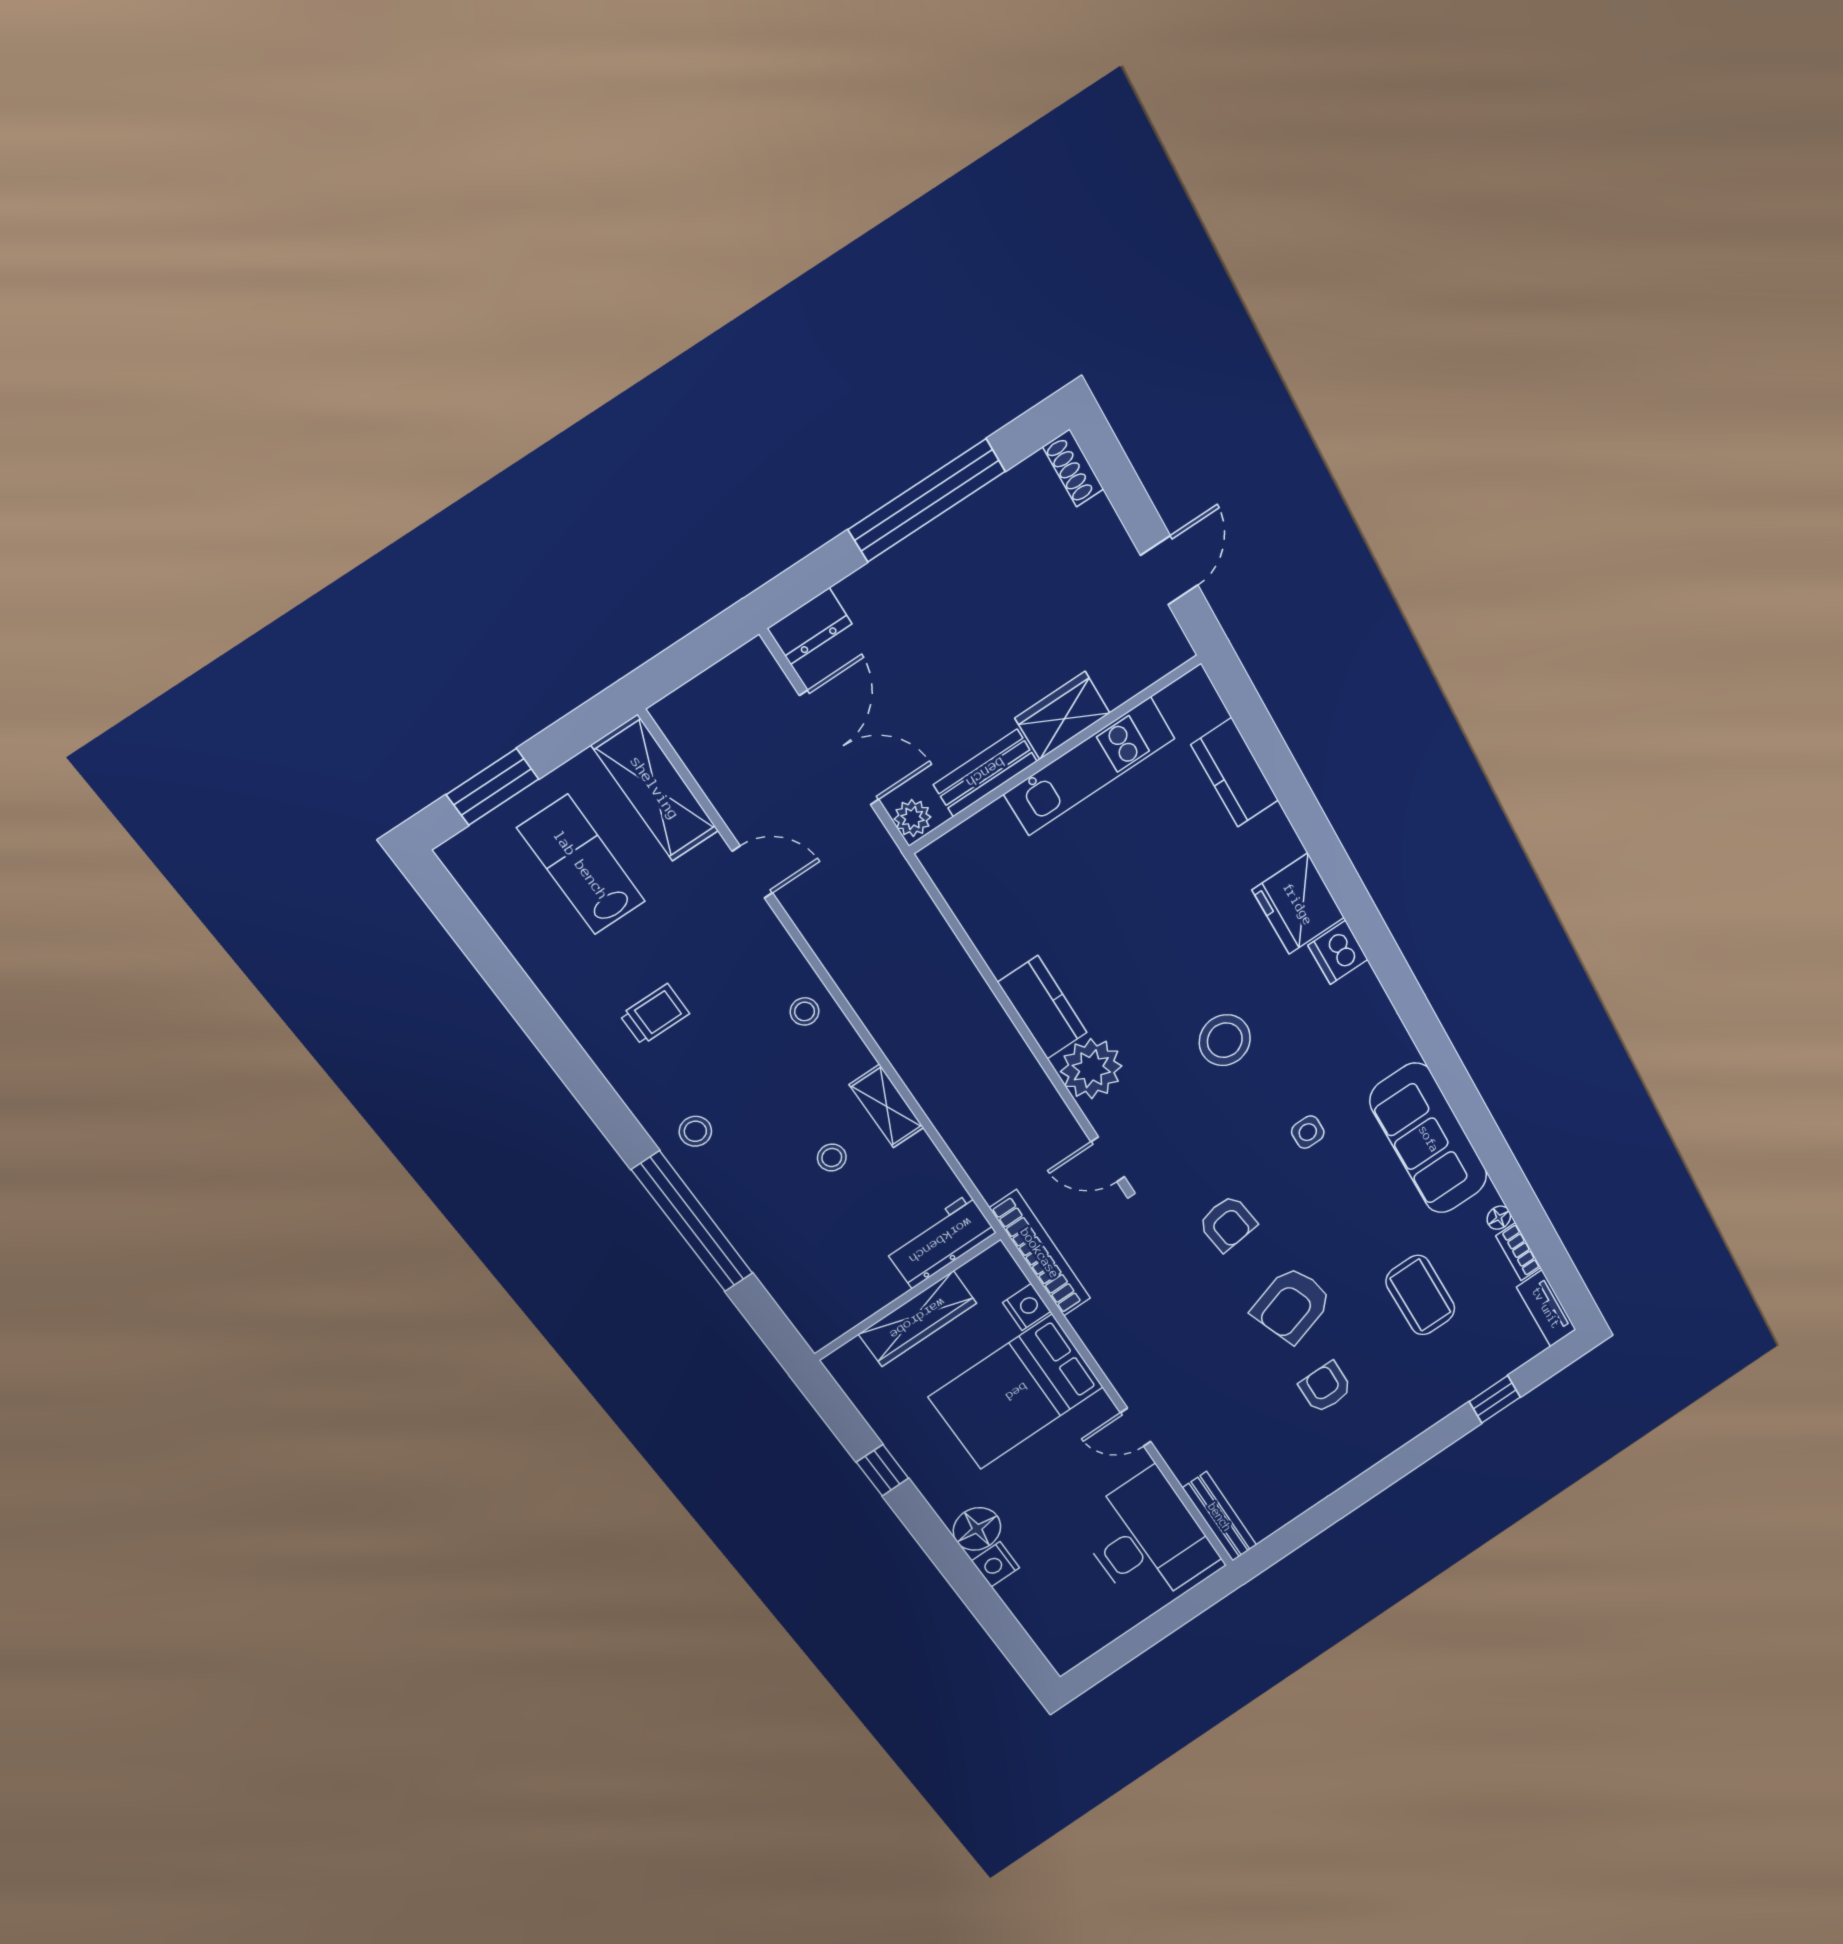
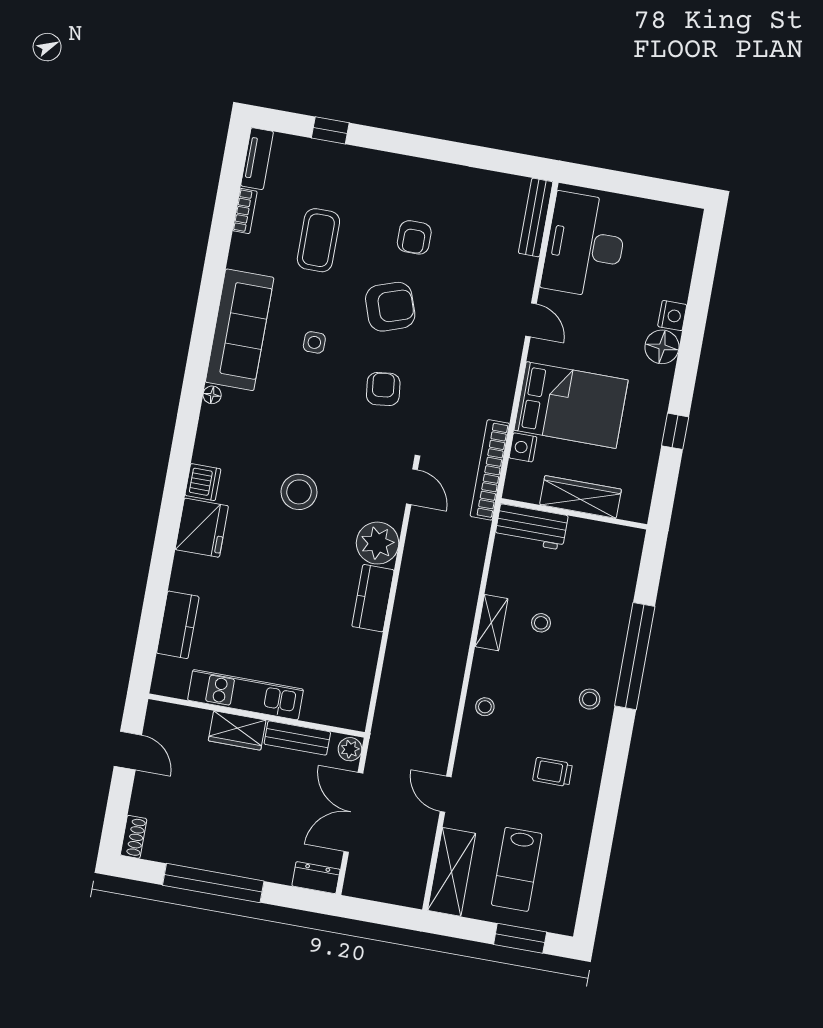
door: (1169, 570) -> (128, 751), swing flipped
side table: (1308, 1132) -> (314, 342), moved
floor lamp: (1499, 1218) -> (212, 395), moved

